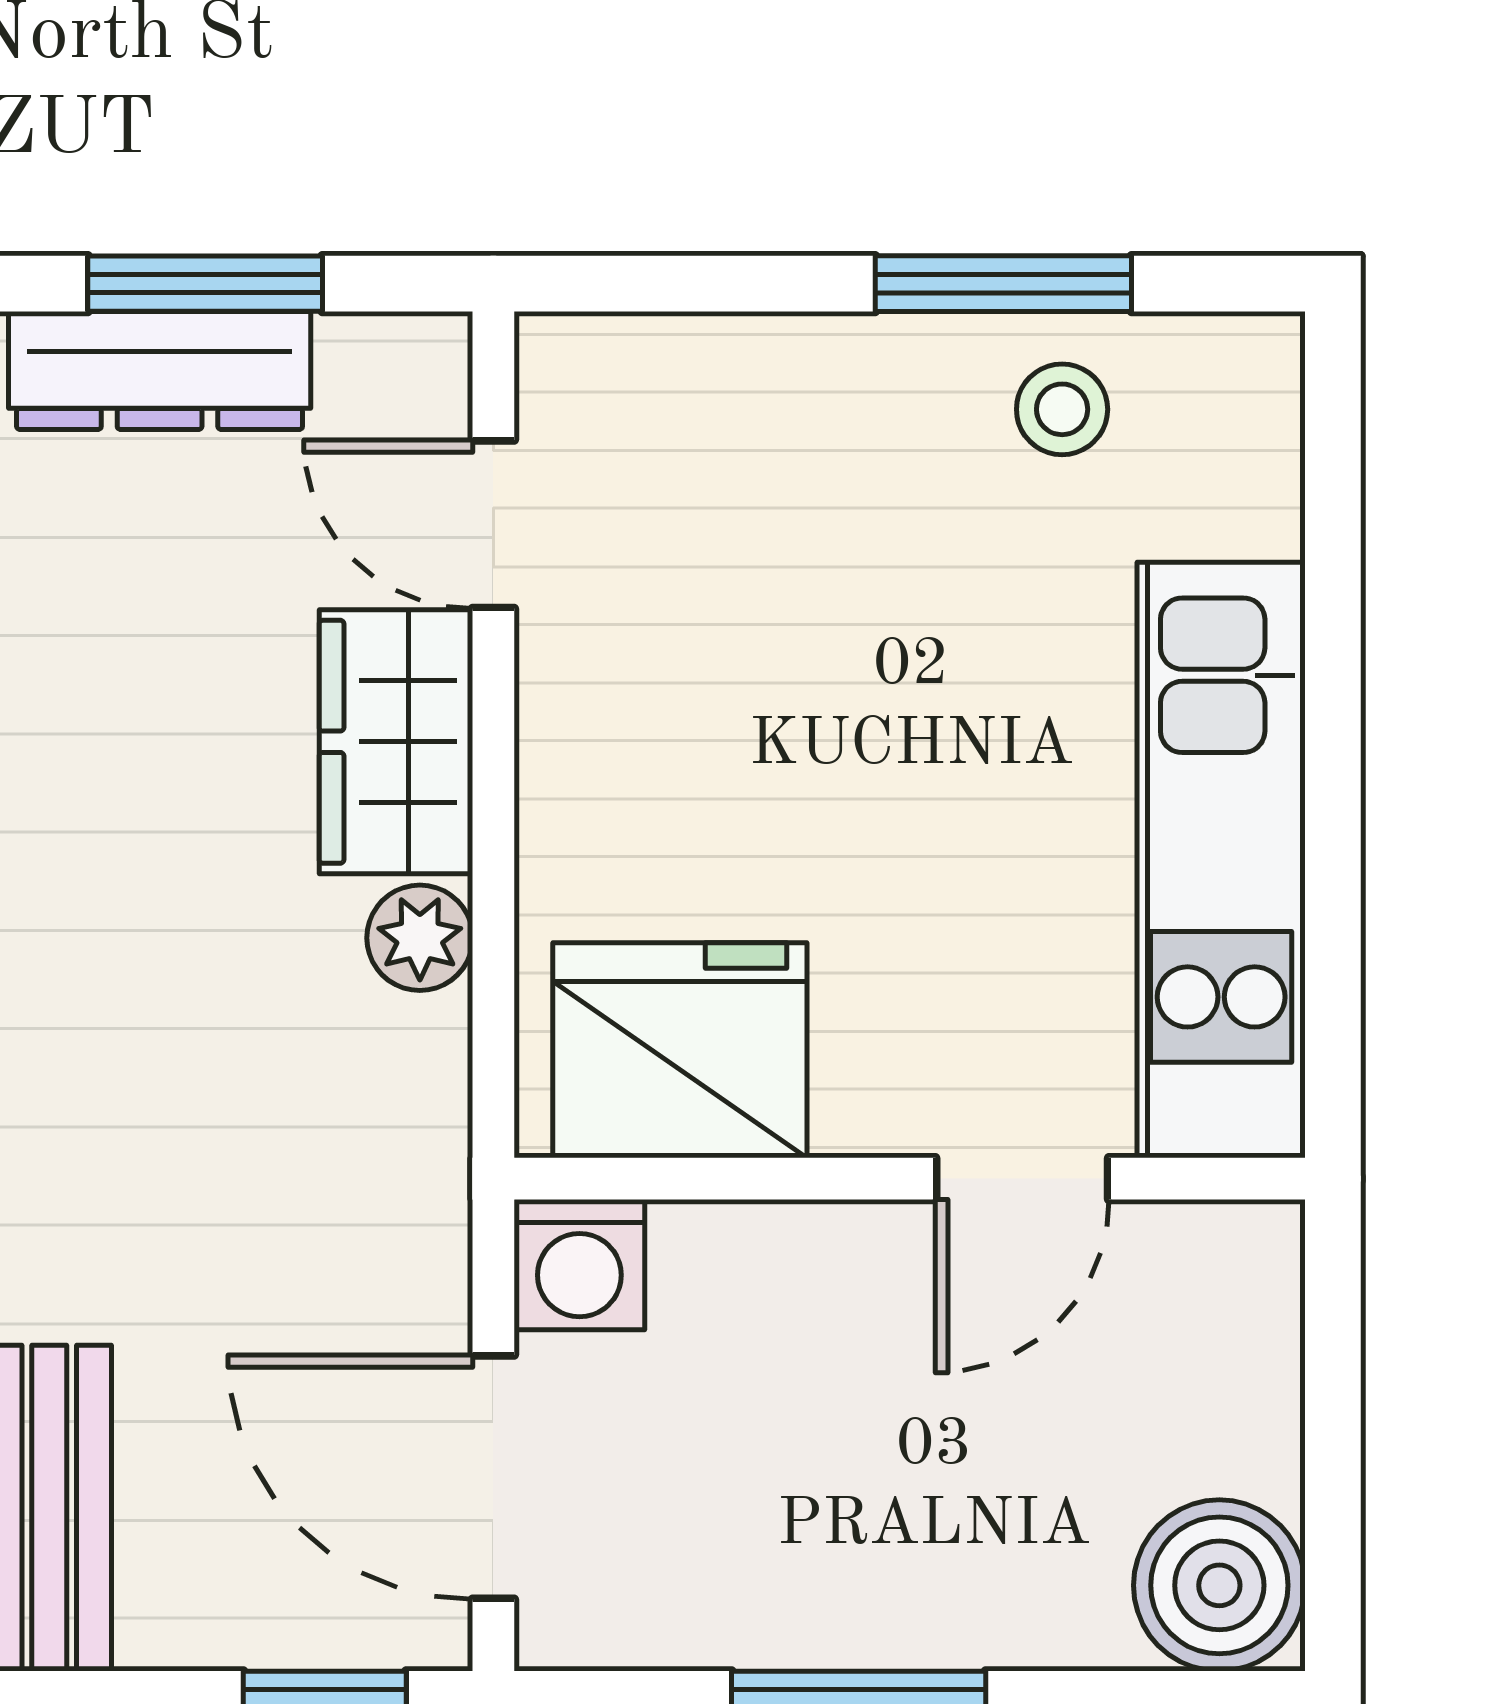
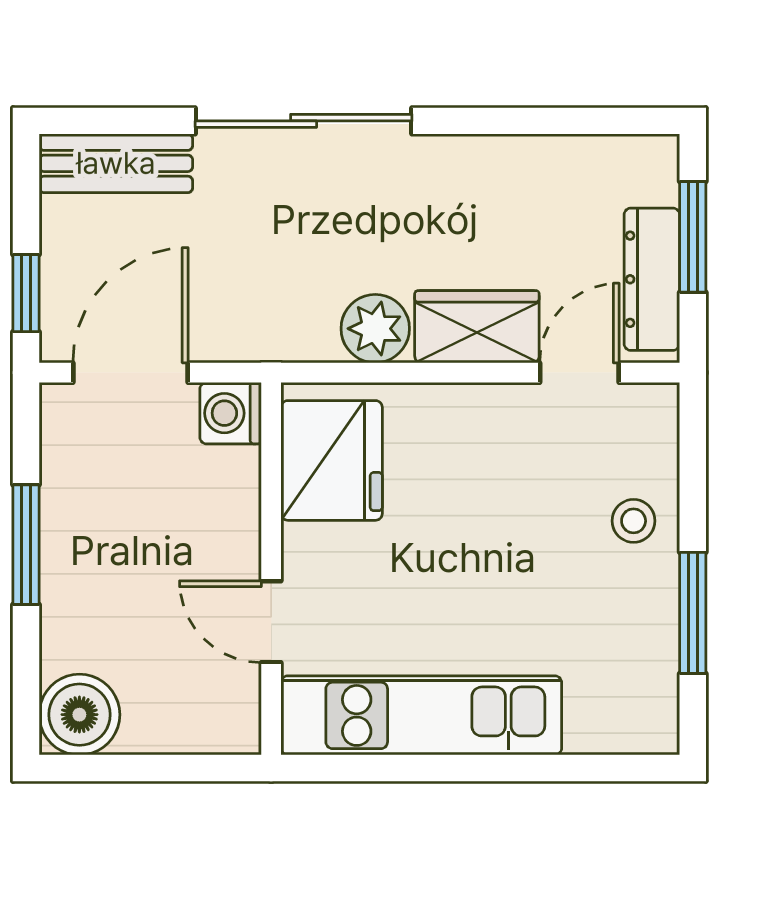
dresser: (160, 371) -> (652, 279), moved
stool: (1062, 409) -> (634, 521), moved
plant: (420, 938) -> (375, 329), width x1.38, depth x1.38

